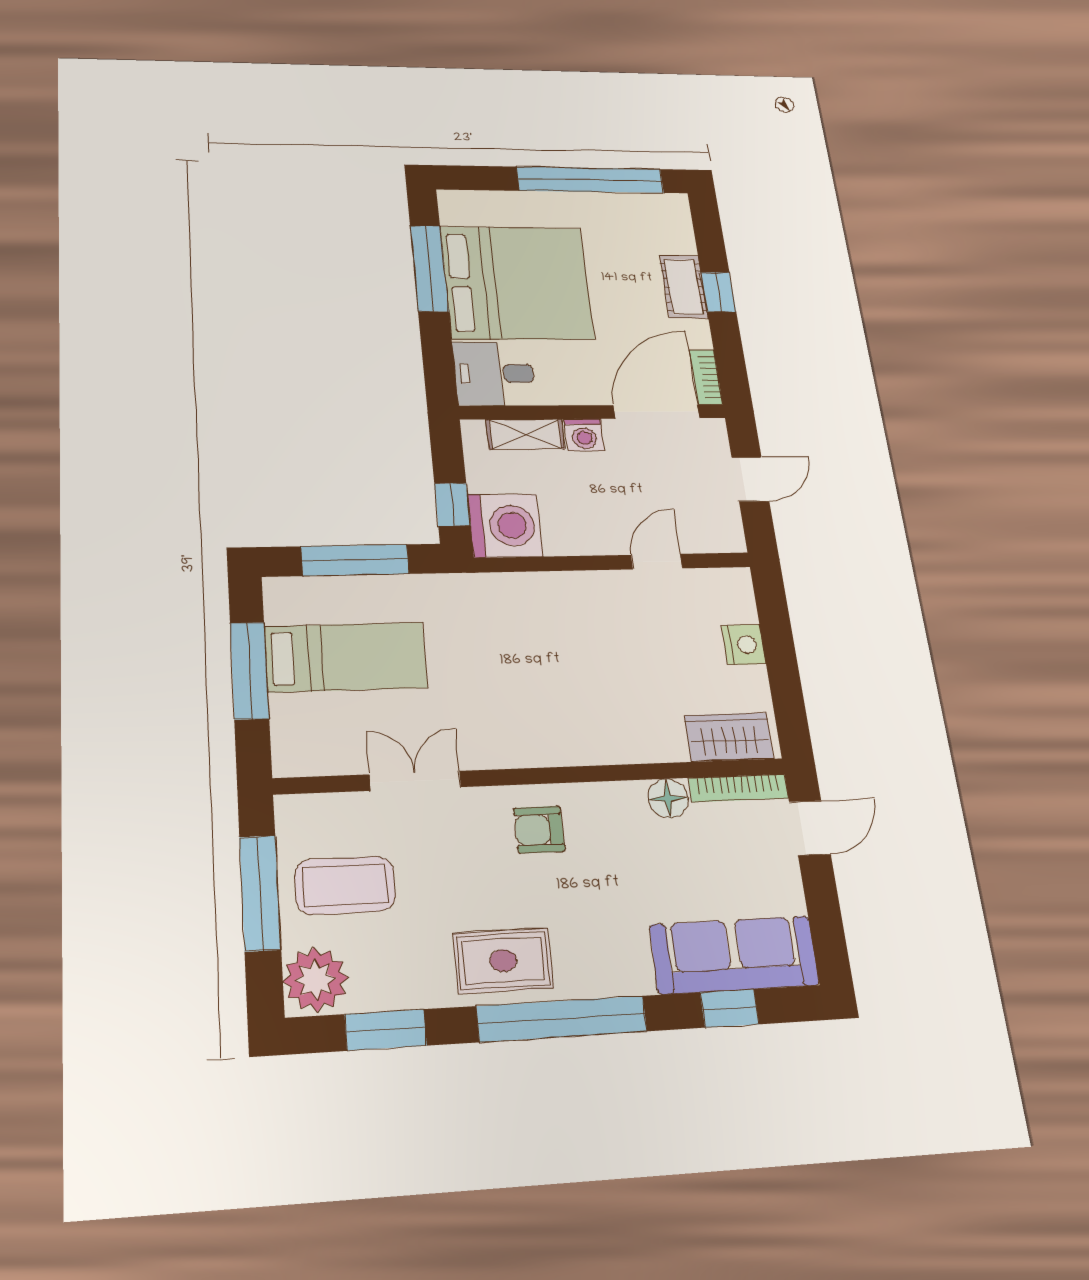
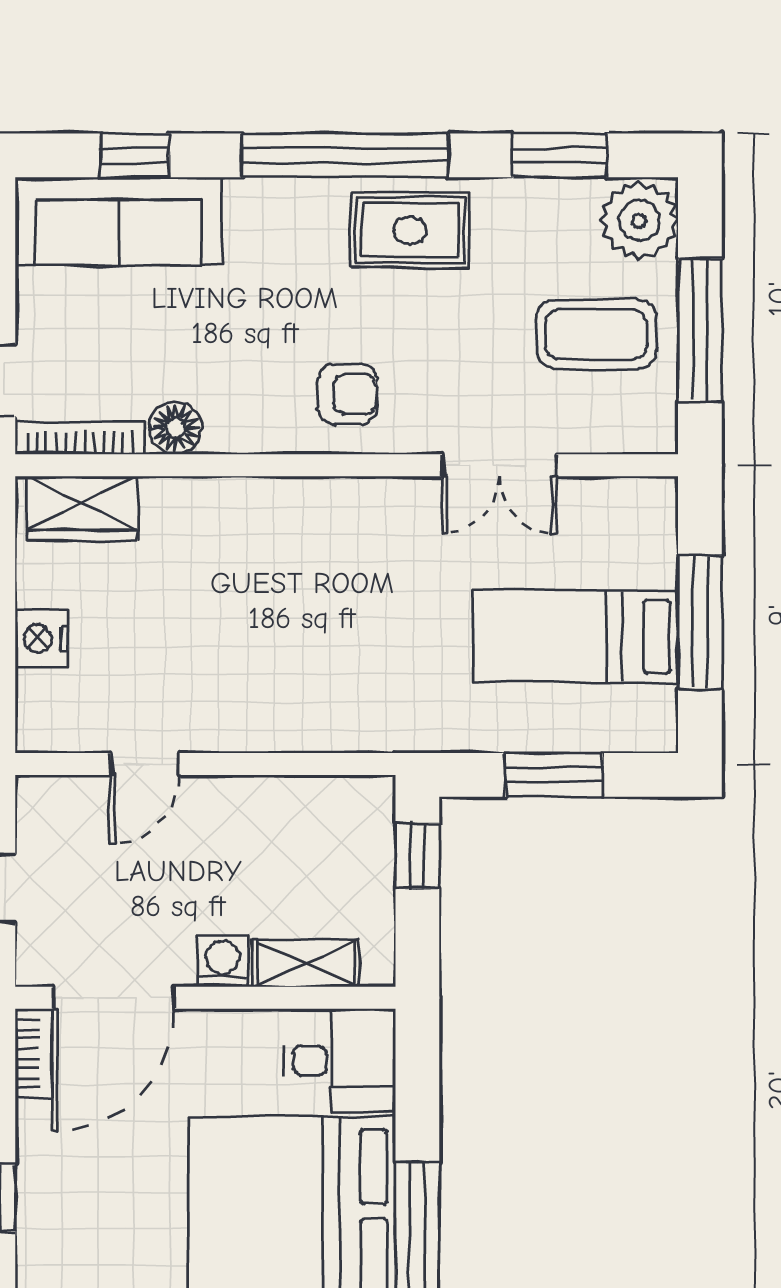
cot: (684, 287) -> (44, 1207), removed
washing machine: (505, 525) -> (348, 823), removed
window: (355, 560) -> (554, 775), width x0.69

